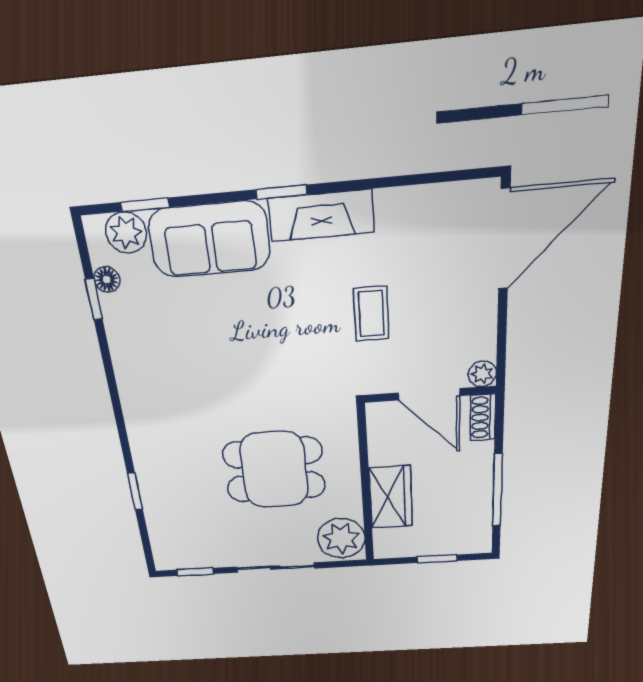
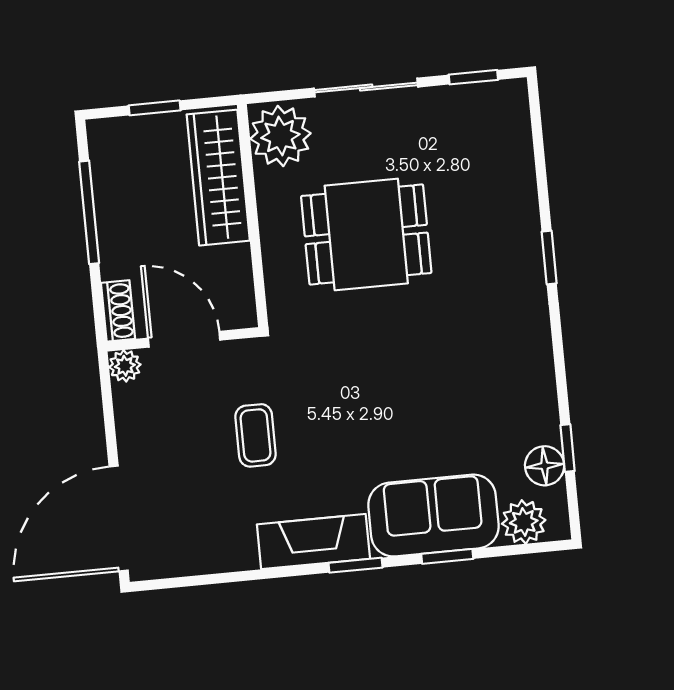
window: (145, 205) -> (447, 556), moved
floor lamp: (107, 279) -> (545, 466), width x1.37, depth x1.37
window: (135, 491) -> (549, 257), moved
wardrobe: (391, 497) -> (218, 178), width x1.50

